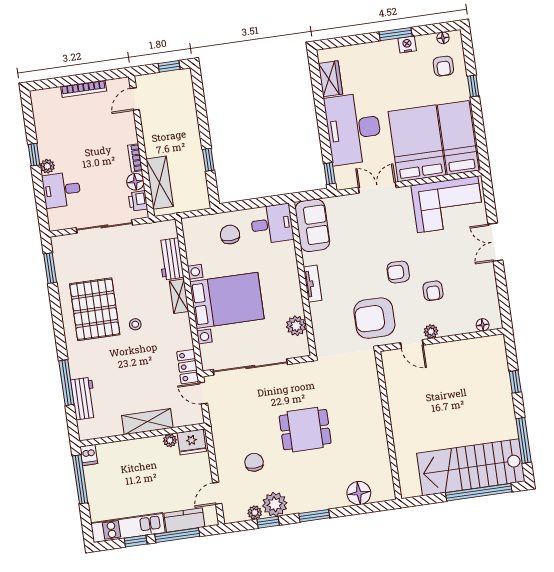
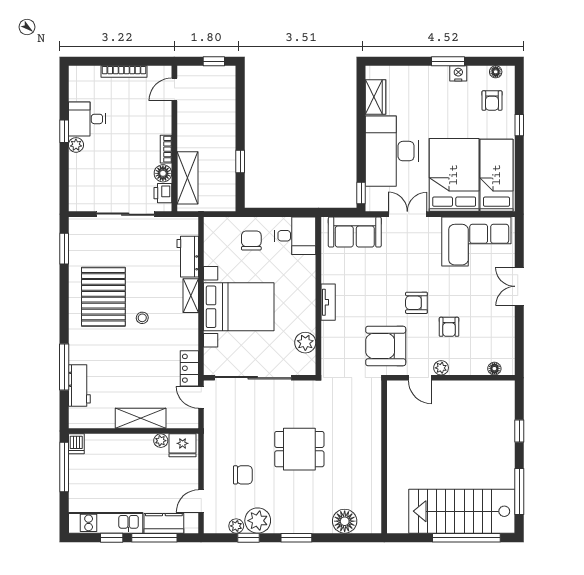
desk: (62, 190) -> (87, 119), moved
sofa: (312, 225) -> (355, 232), moved, turned 90
chair: (254, 462) -> (243, 475), turned 90

